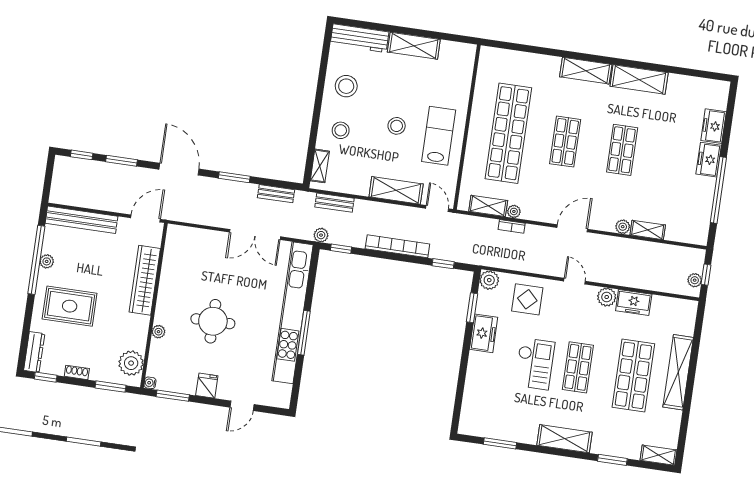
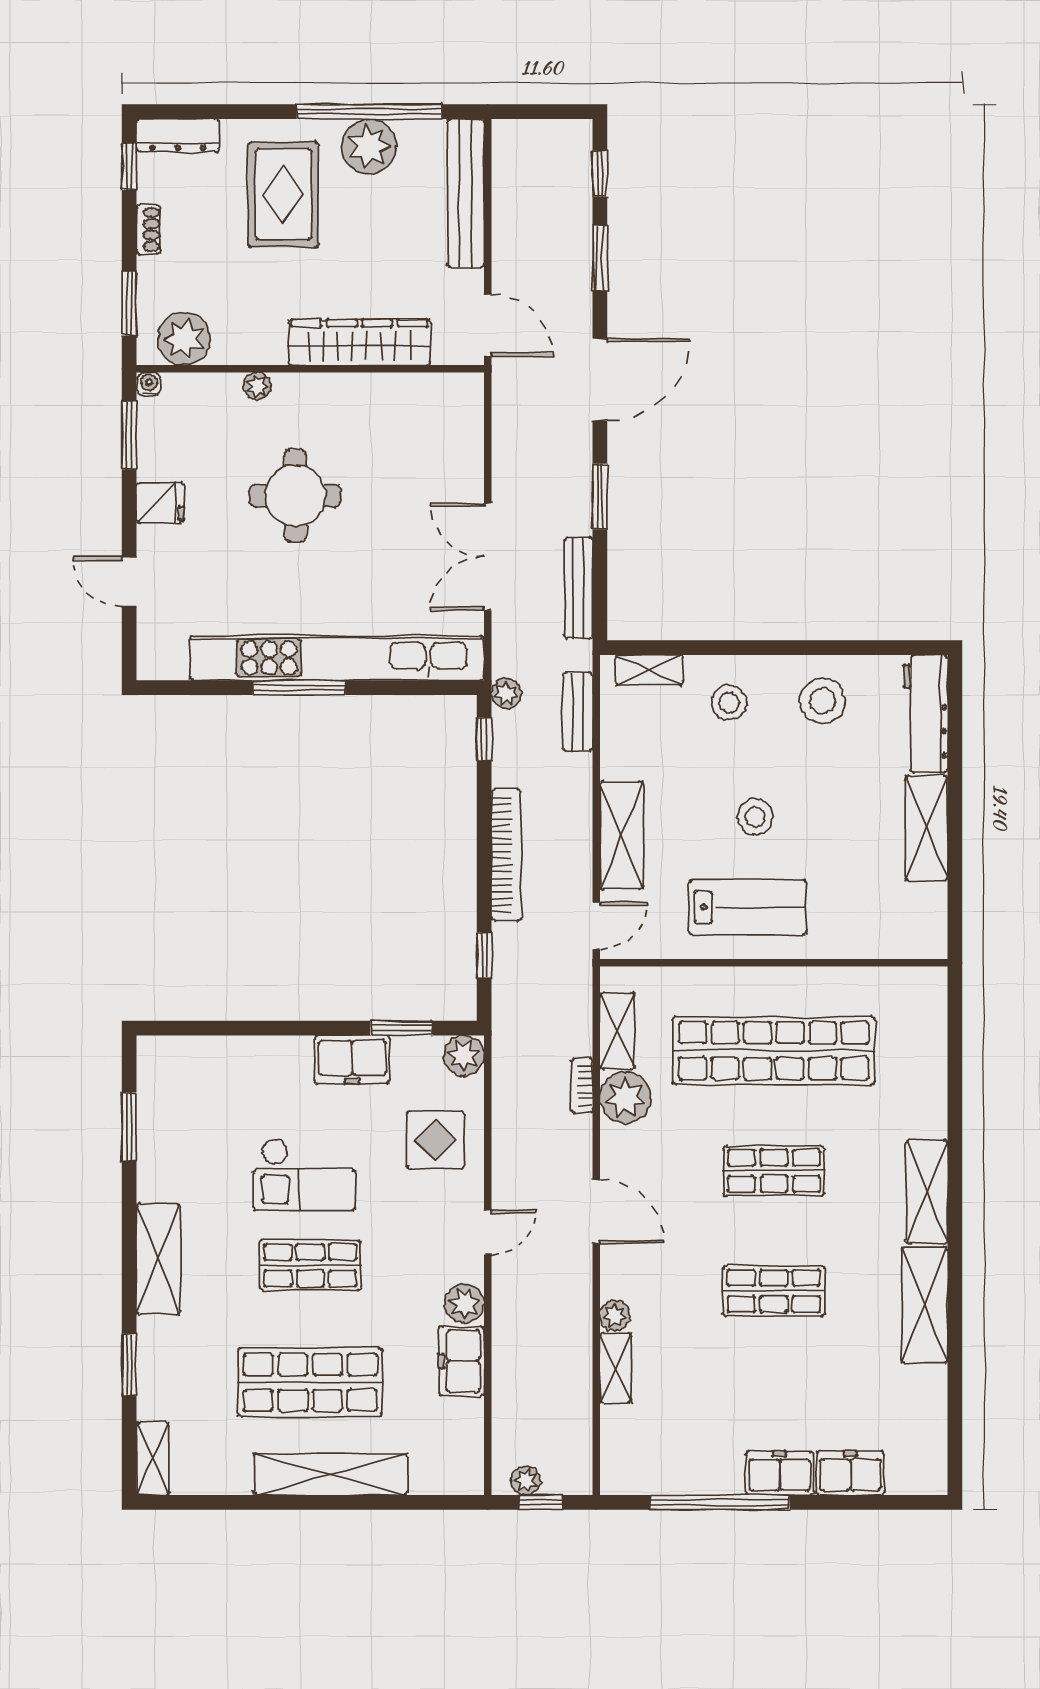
bench: (276, 194) -> (578, 588), width x1.36
plant: (514, 211) -> (625, 1098), width x1.88, depth x1.88
plant: (47, 261) -> (369, 146), width x1.88, depth x1.88

